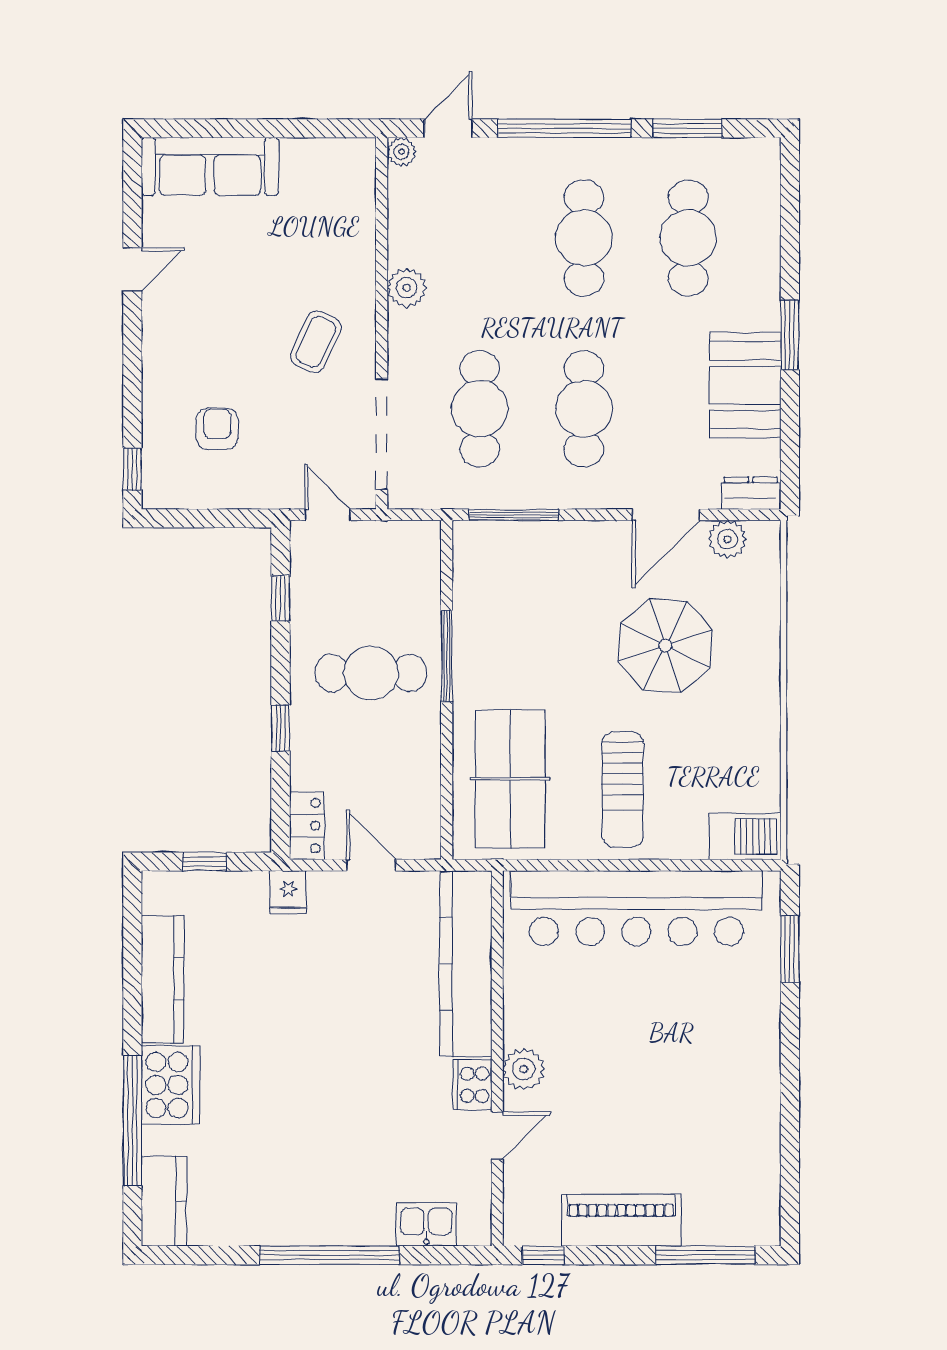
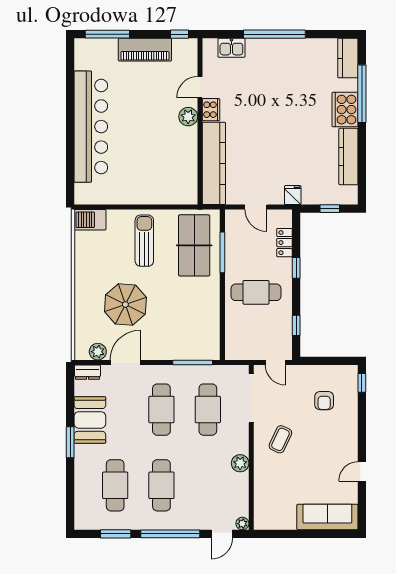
window: (447, 656) -> (222, 252), moved
locker: (307, 826) -> (284, 243), moved
bar counter: (636, 908) -> (91, 127), moved, turned 90
window: (790, 949) -> (70, 170), removed

